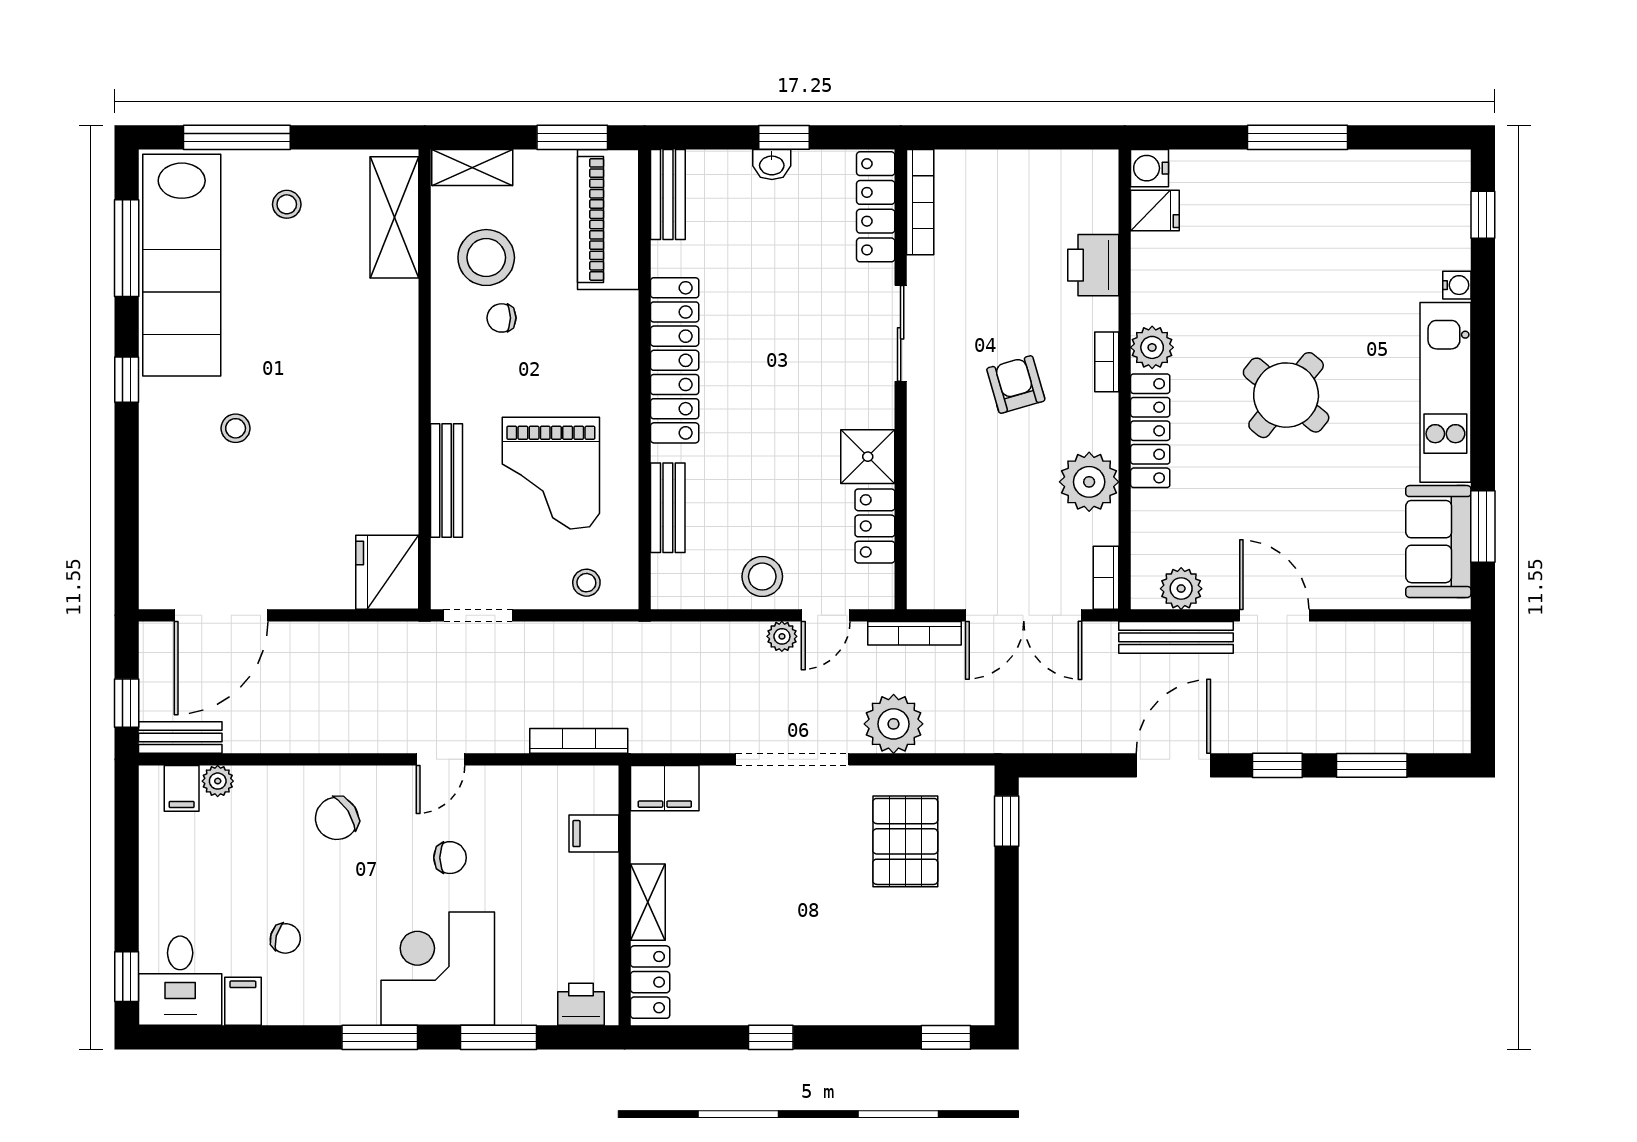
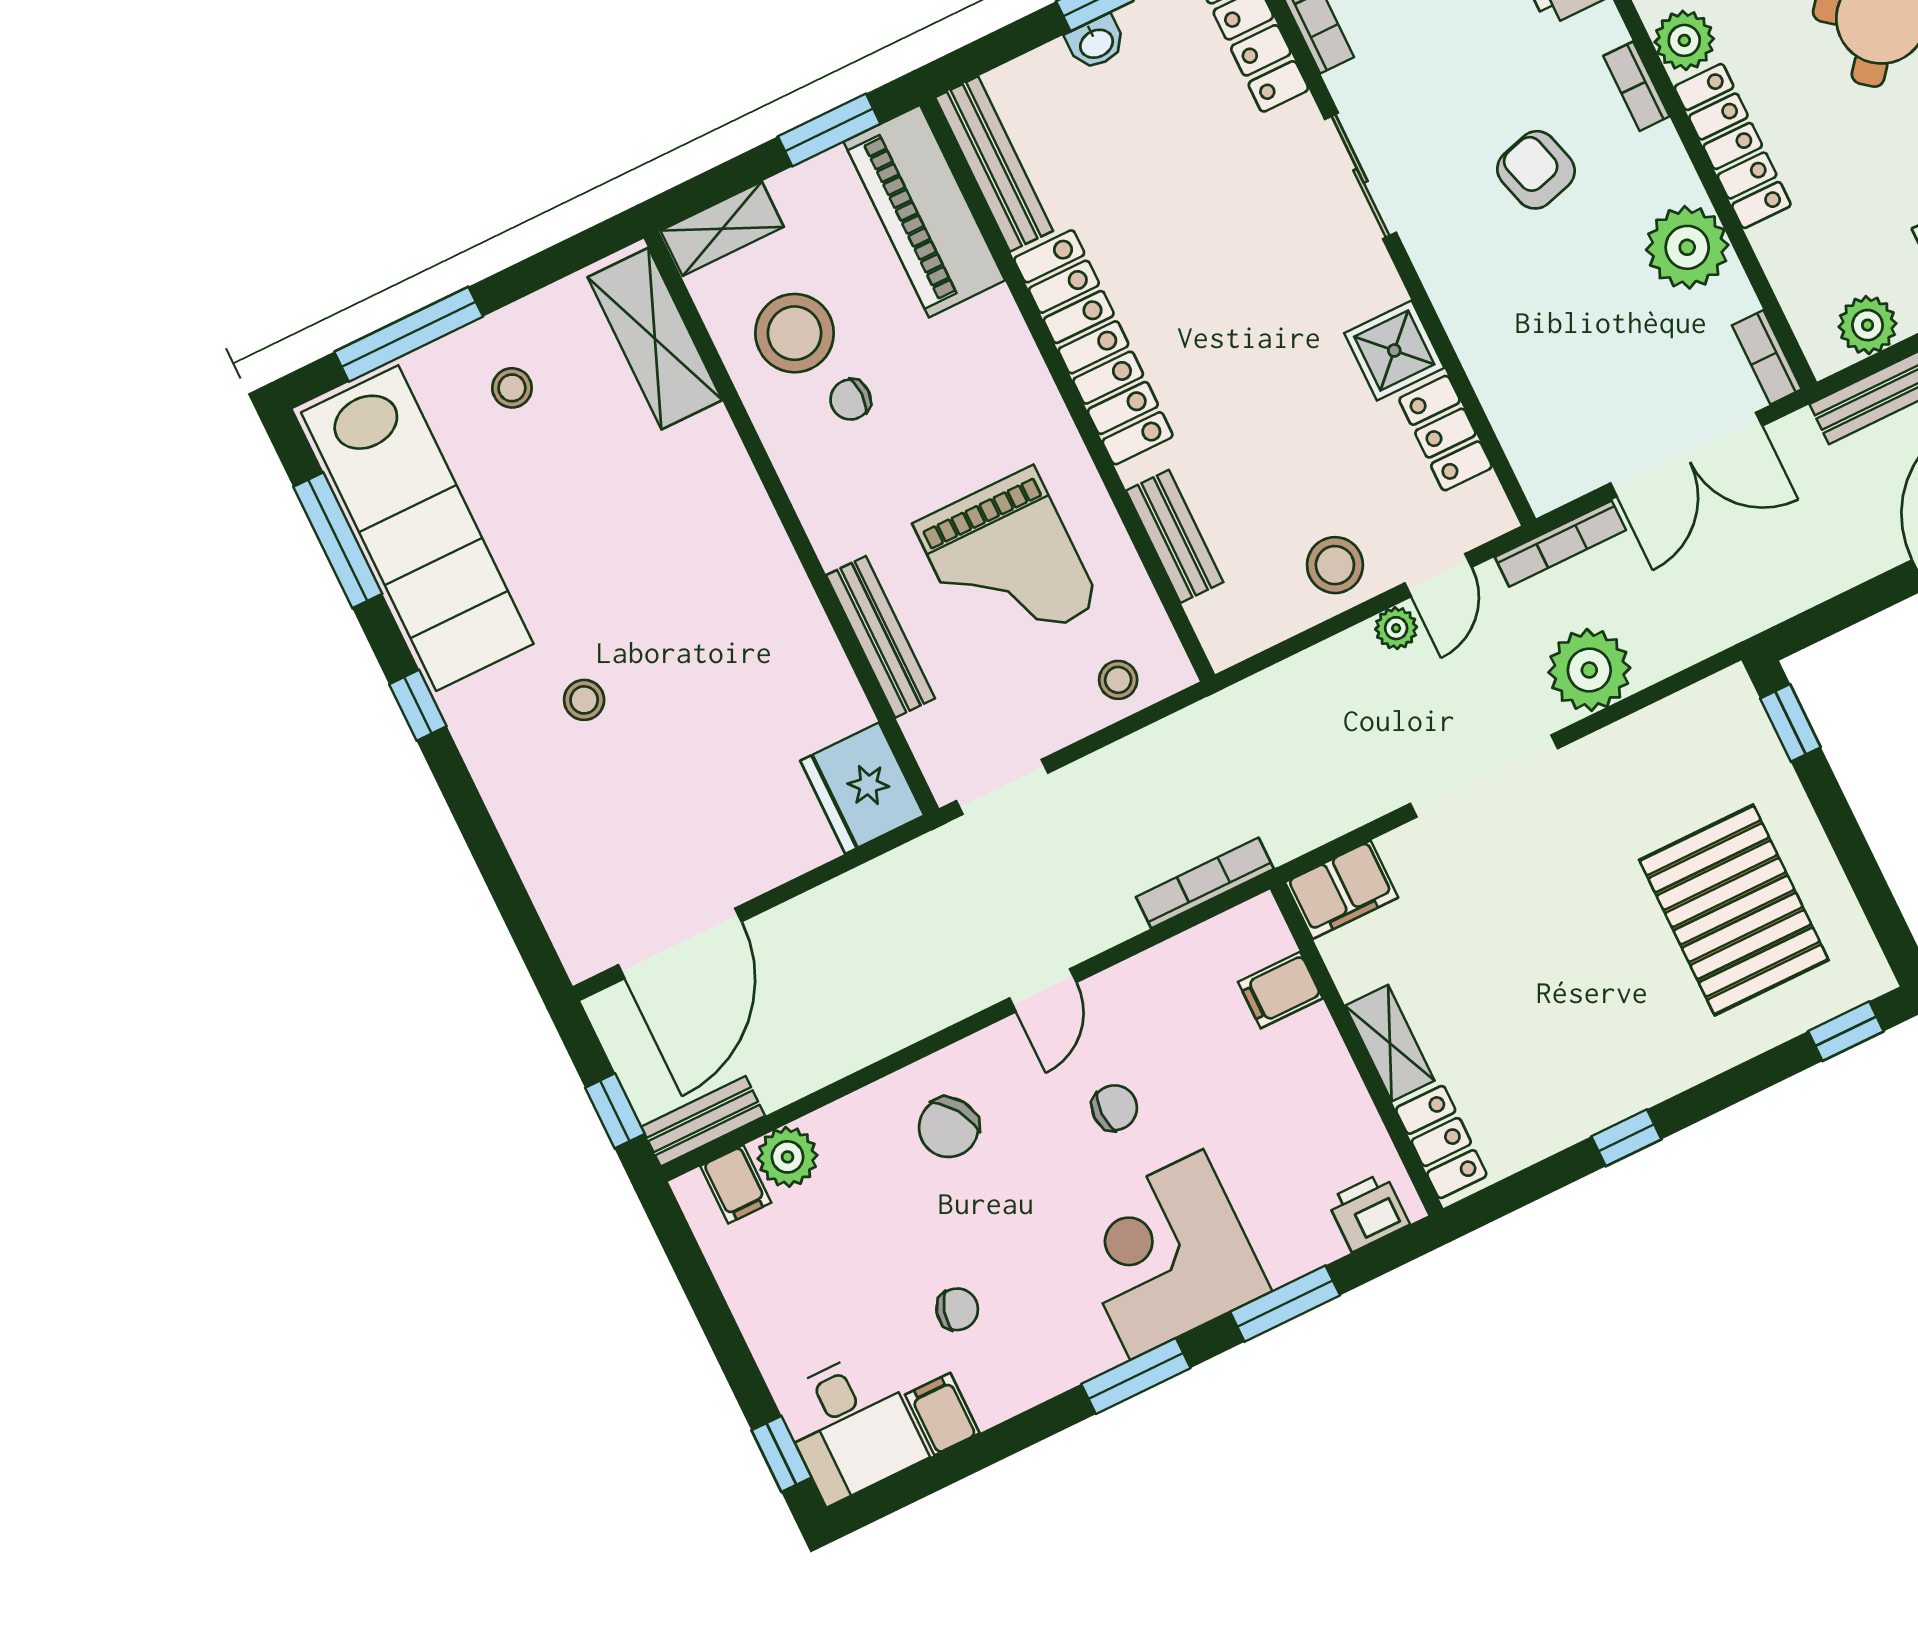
bench: (668, 194) -> (994, 164), width x1.36
plant: (218, 781) -> (788, 1157), width x1.38, depth x1.38
pallet: (905, 841) -> (1734, 910), moved, width x1.37, depth x1.41

